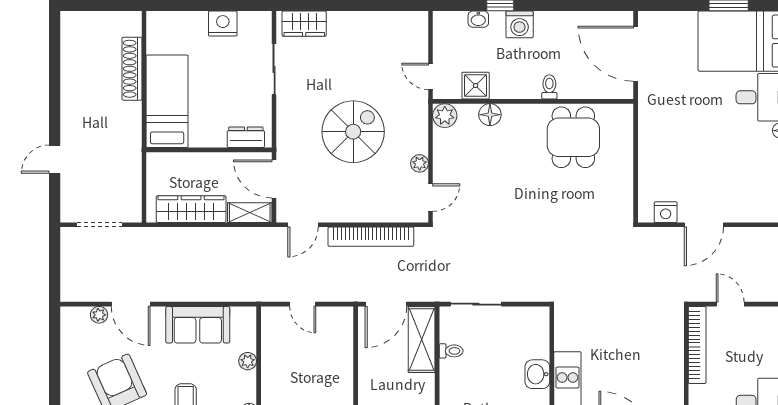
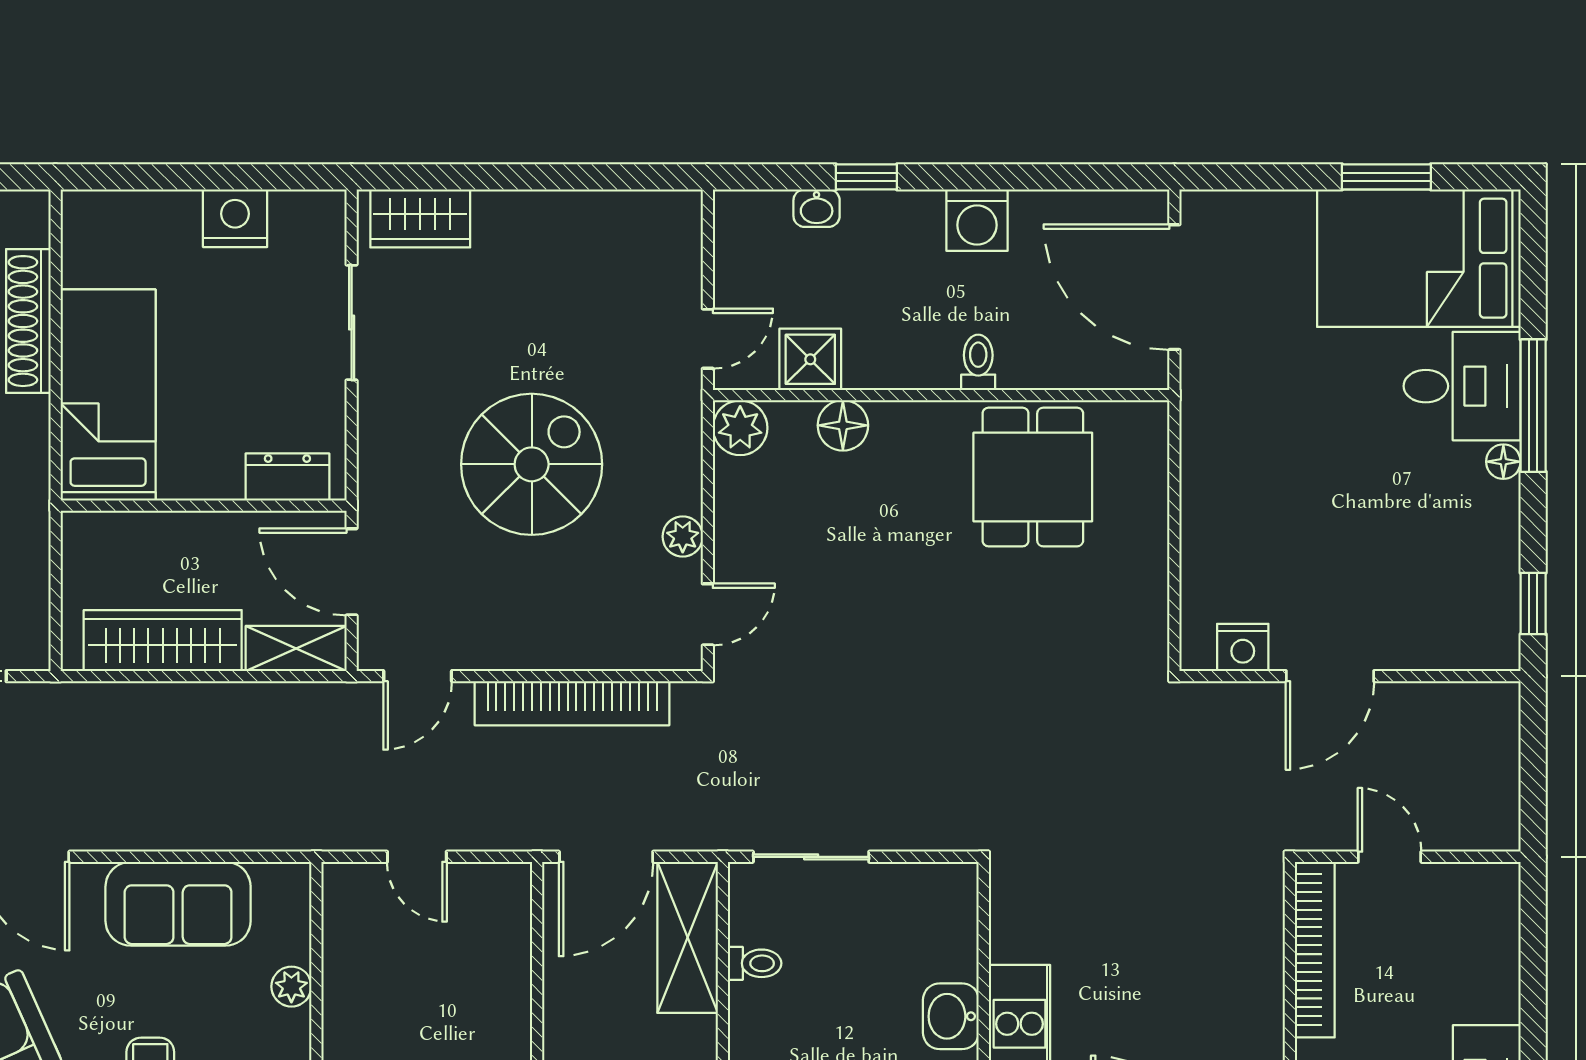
washing machine: (520, 24) -> (977, 220), moved
door: (431, 76) -> (708, 339), swing flipped

